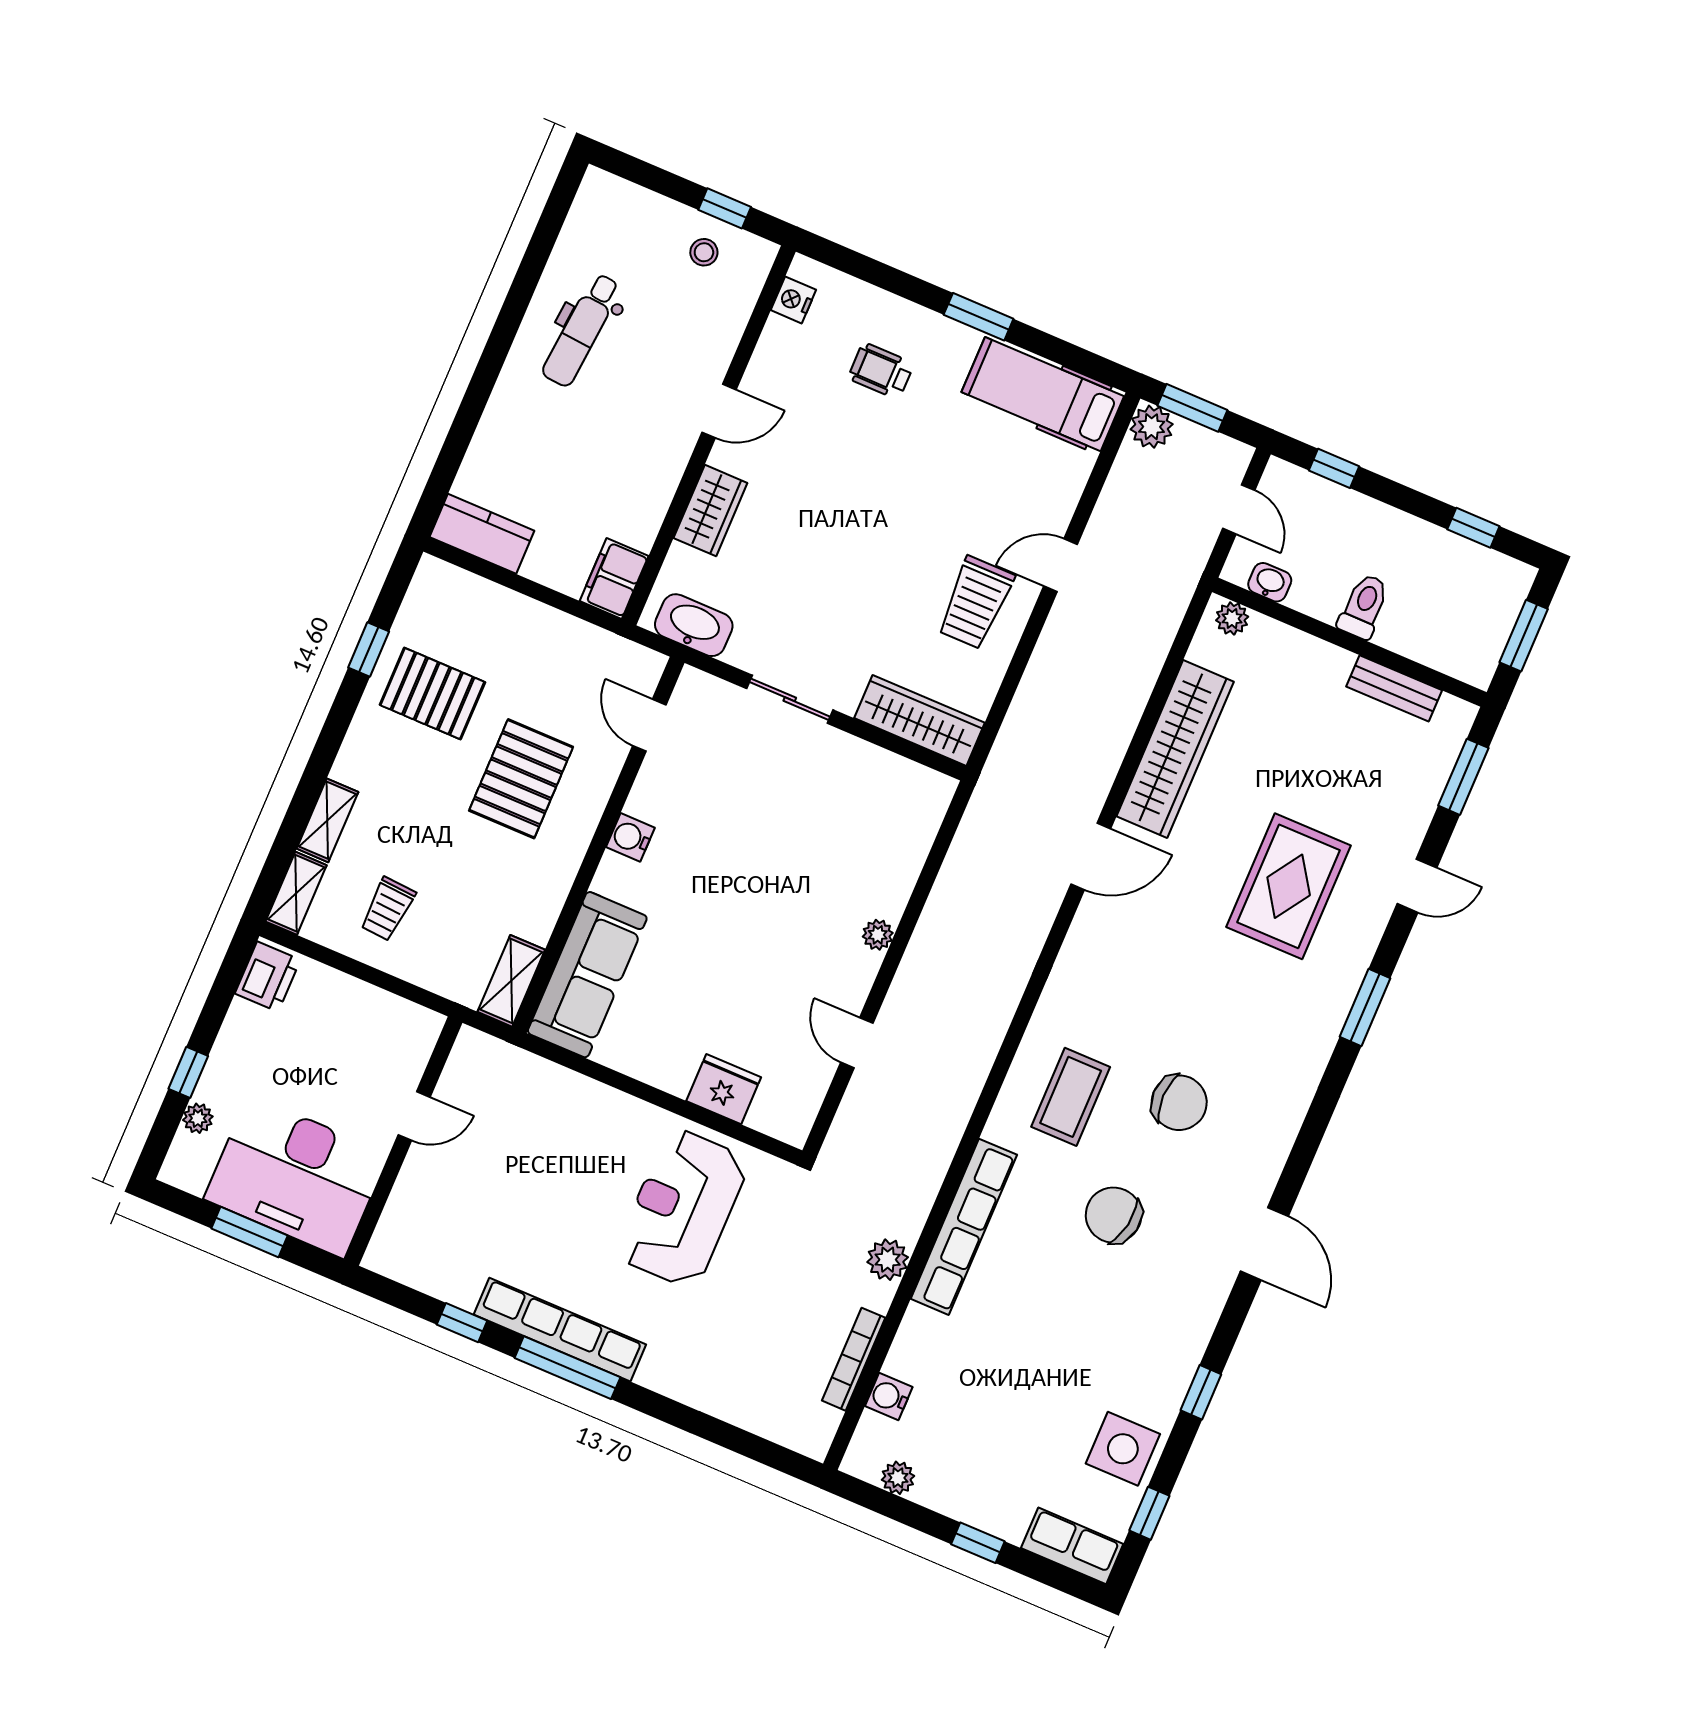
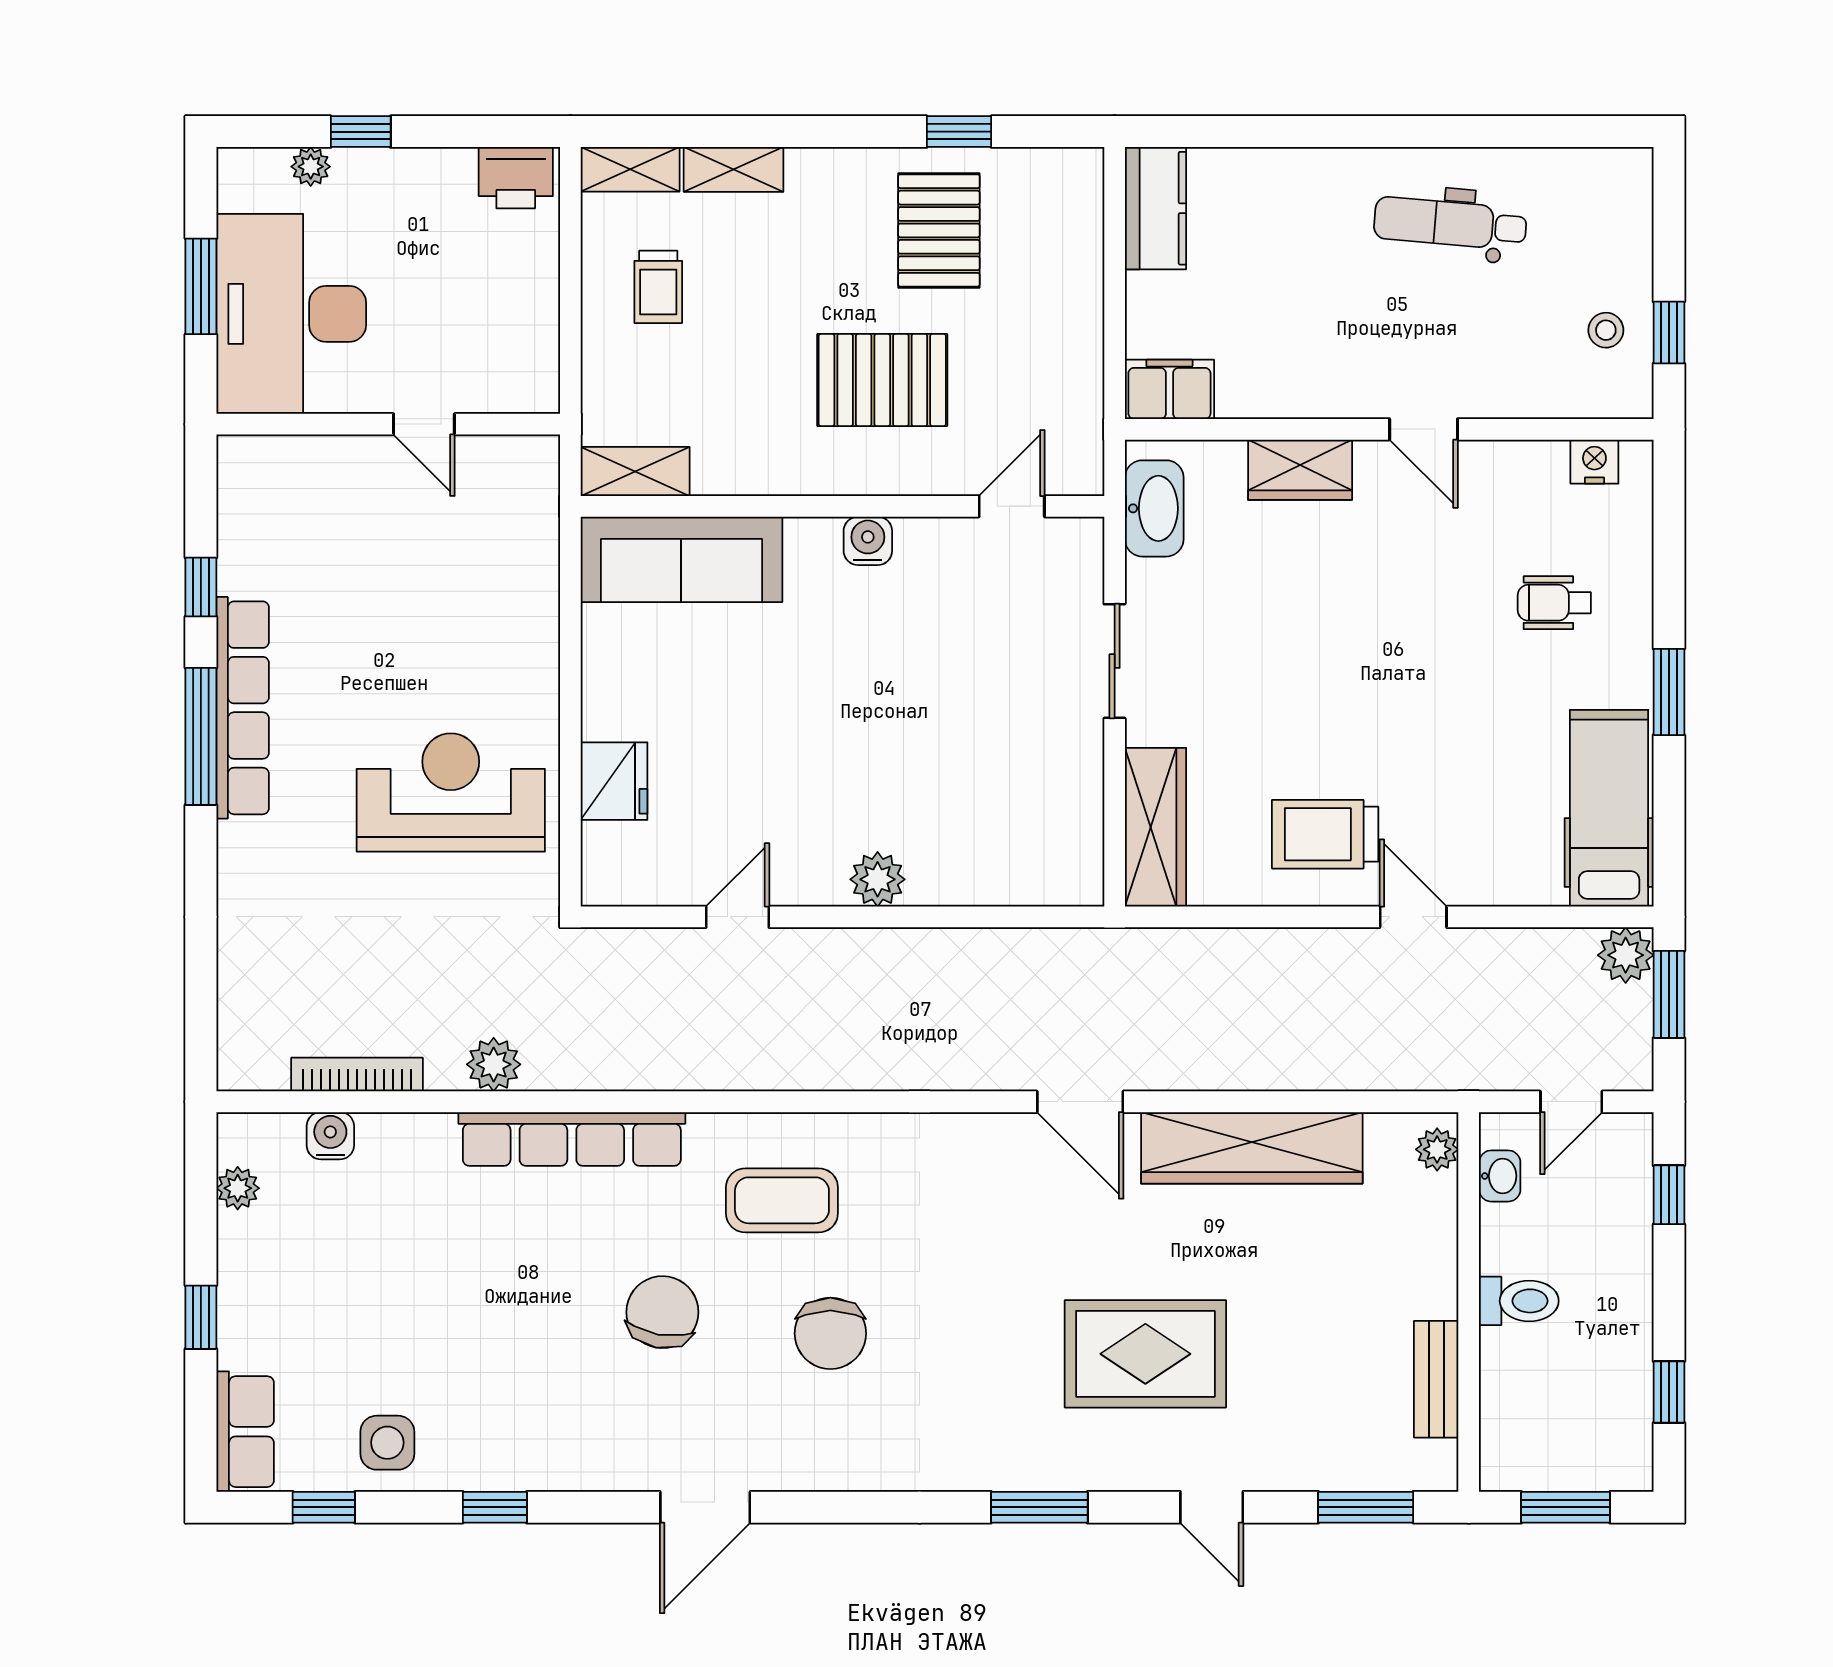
wheelchair: (881, 371) -> (1554, 603), turned -90
trolley: (388, 909) -> (658, 287), turned -94
plant: (878, 935) -> (878, 879), width x1.38, depth x1.38
side table: (1123, 1449) -> (387, 1443), width x0.73, depth x0.73

